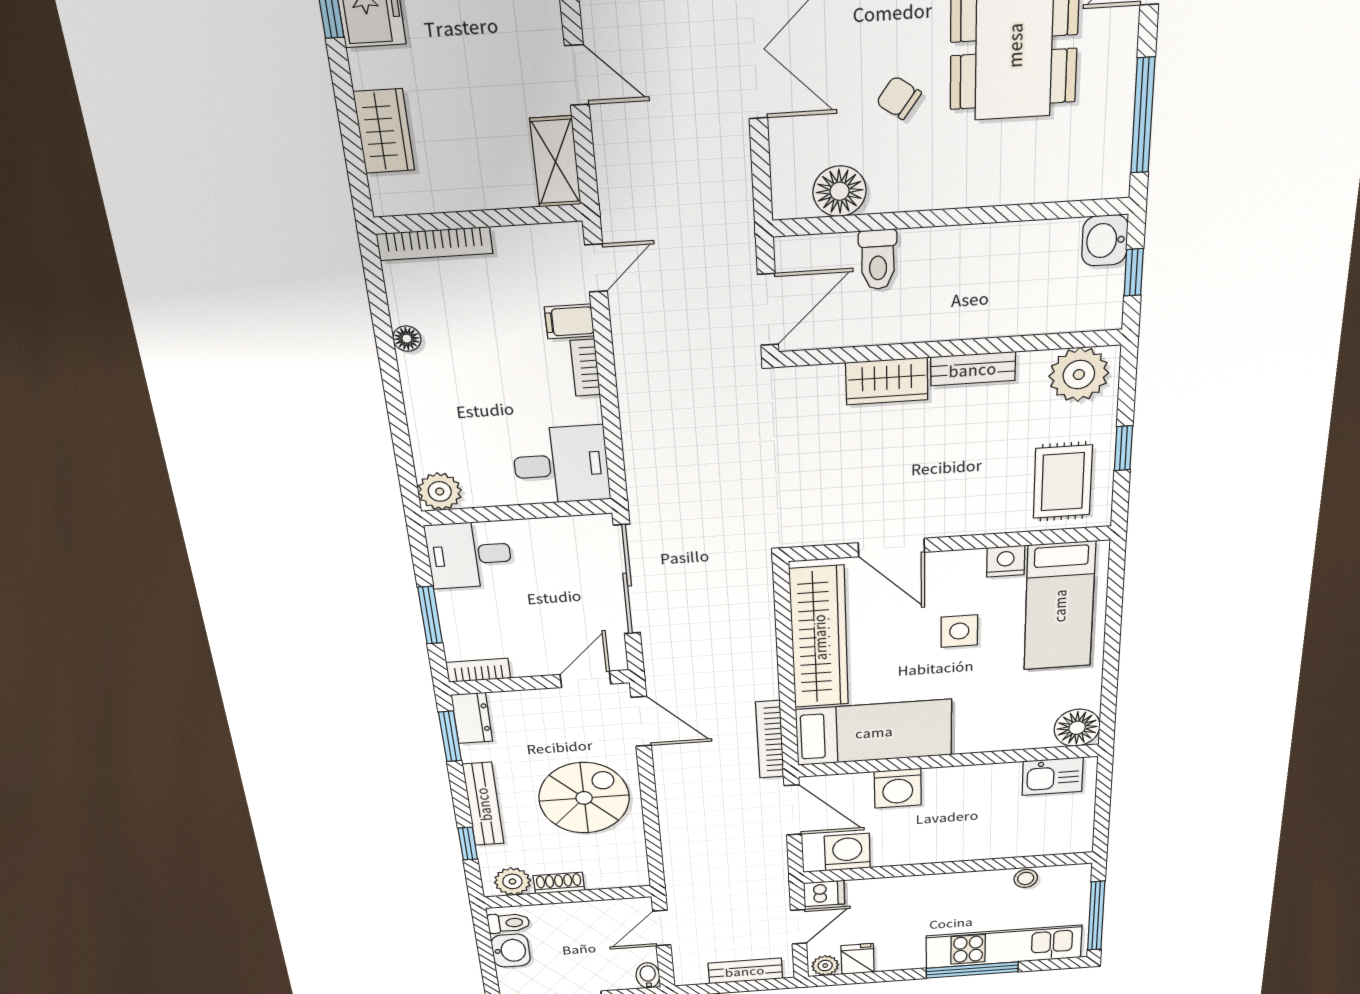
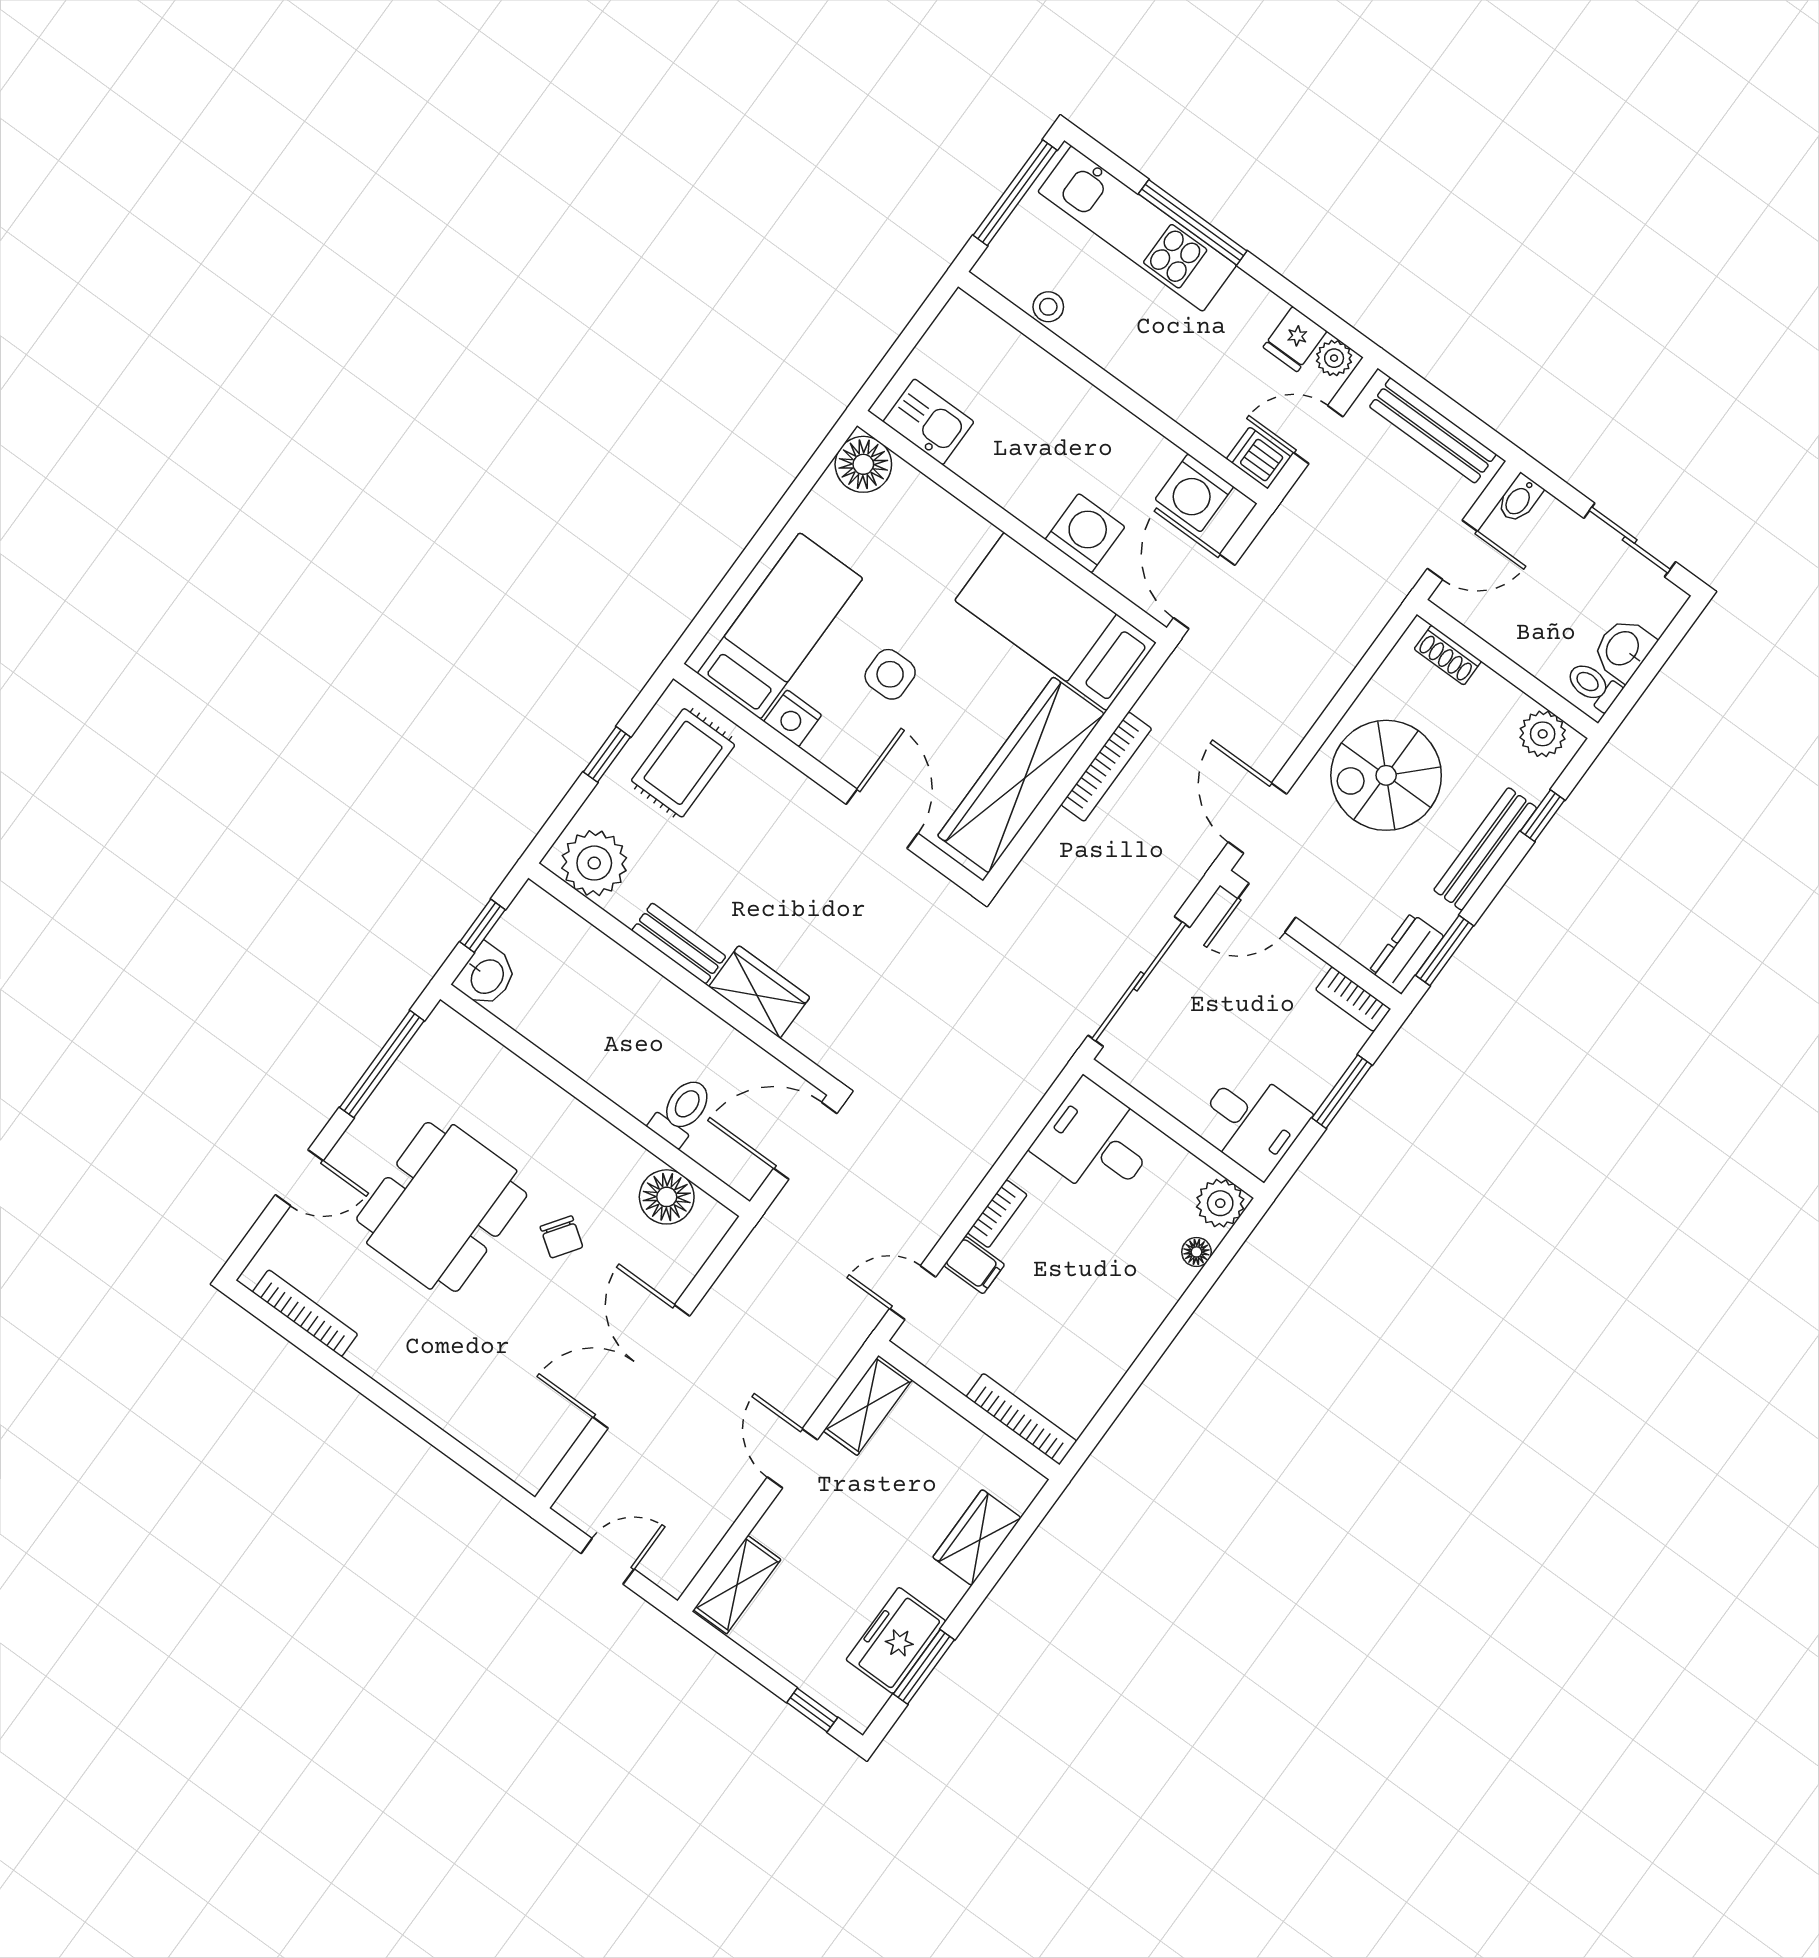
floor lamp: (407, 339) -> (1196, 1252), moved
bookcase: (770, 739) -> (1106, 767), moved
shoe rack: (559, 883) -> (1448, 655), moved
bench: (745, 971) -> (1433, 430), width x1.36

